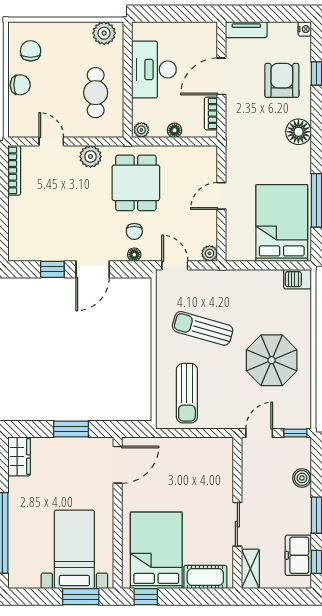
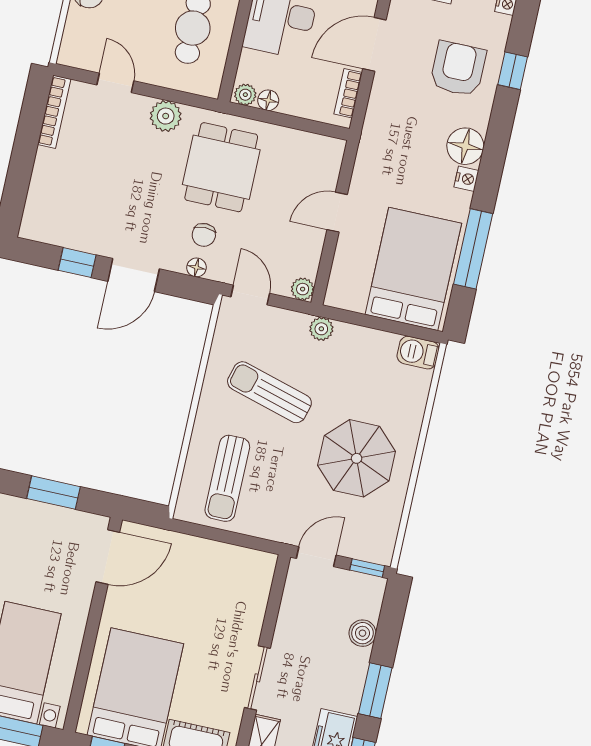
floor lamp: (175, 130) -> (268, 100), moved
nightstand: (304, 154) -> (466, 179), added
plant: (228, 278) -> (321, 329), added

